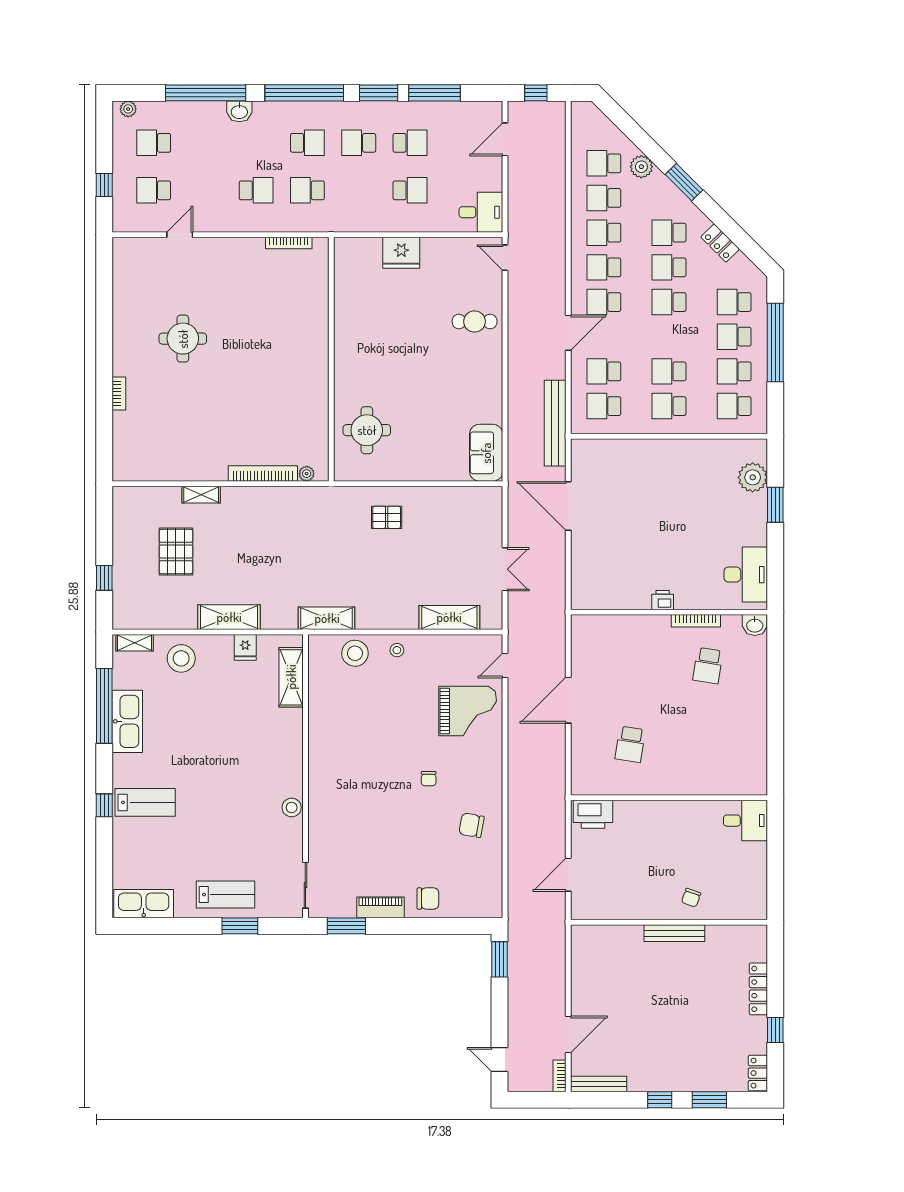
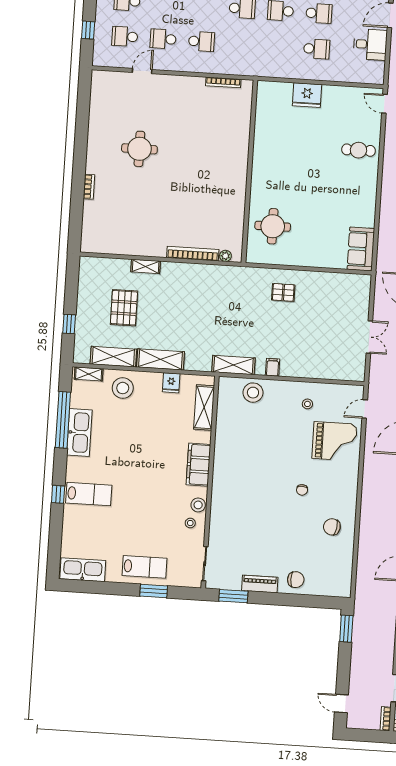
school desk: (307, 190) -> (163, 39), moved
desk: (481, 212) -> (370, 44), moved
shelving: (449, 617) -> (113, 357), moved
filing cabinet: (379, 618) -> (273, 367), added
stool: (397, 650) -> (307, 404), moved
filing cabinet: (289, 754) -> (198, 465), added
stool: (283, 832) -> (190, 523), added

